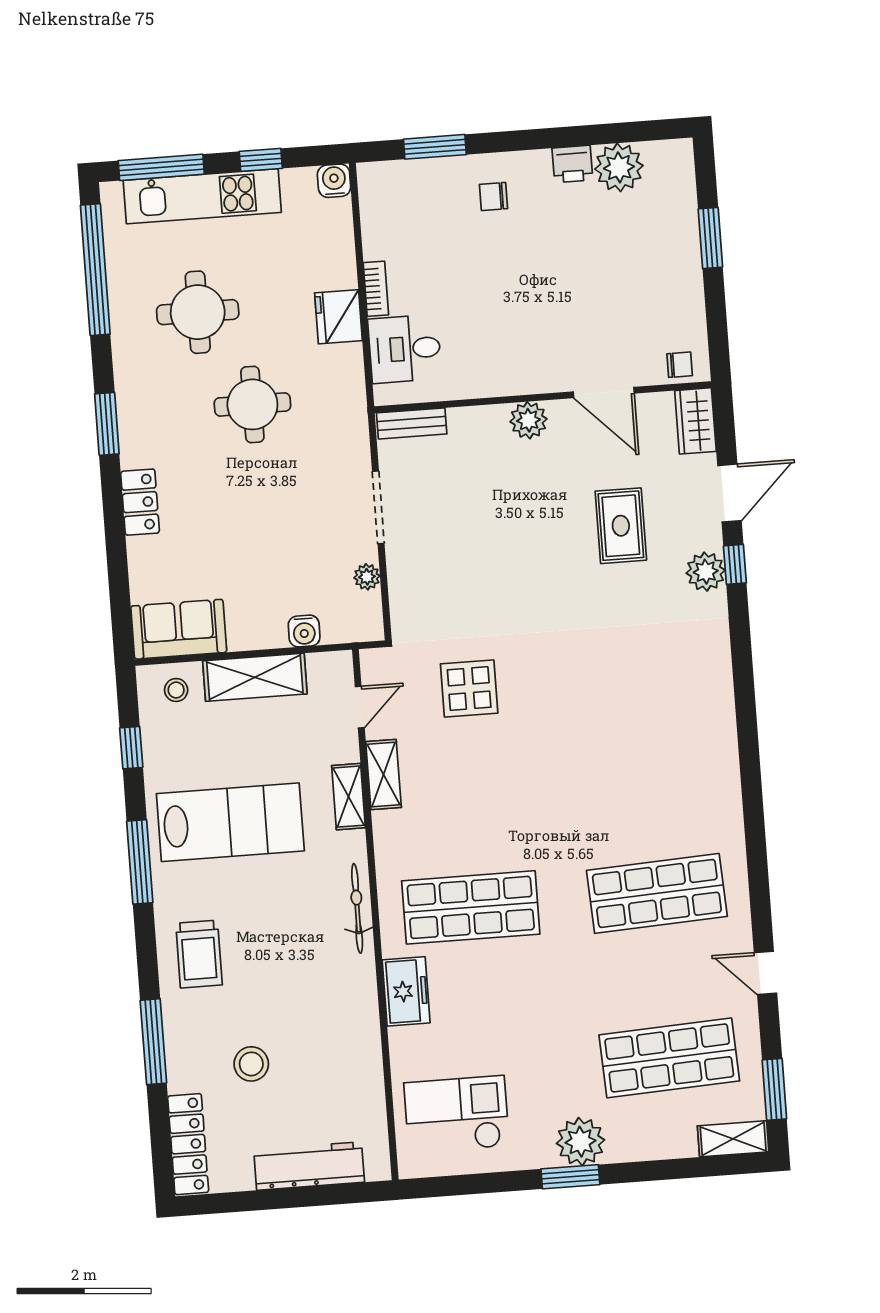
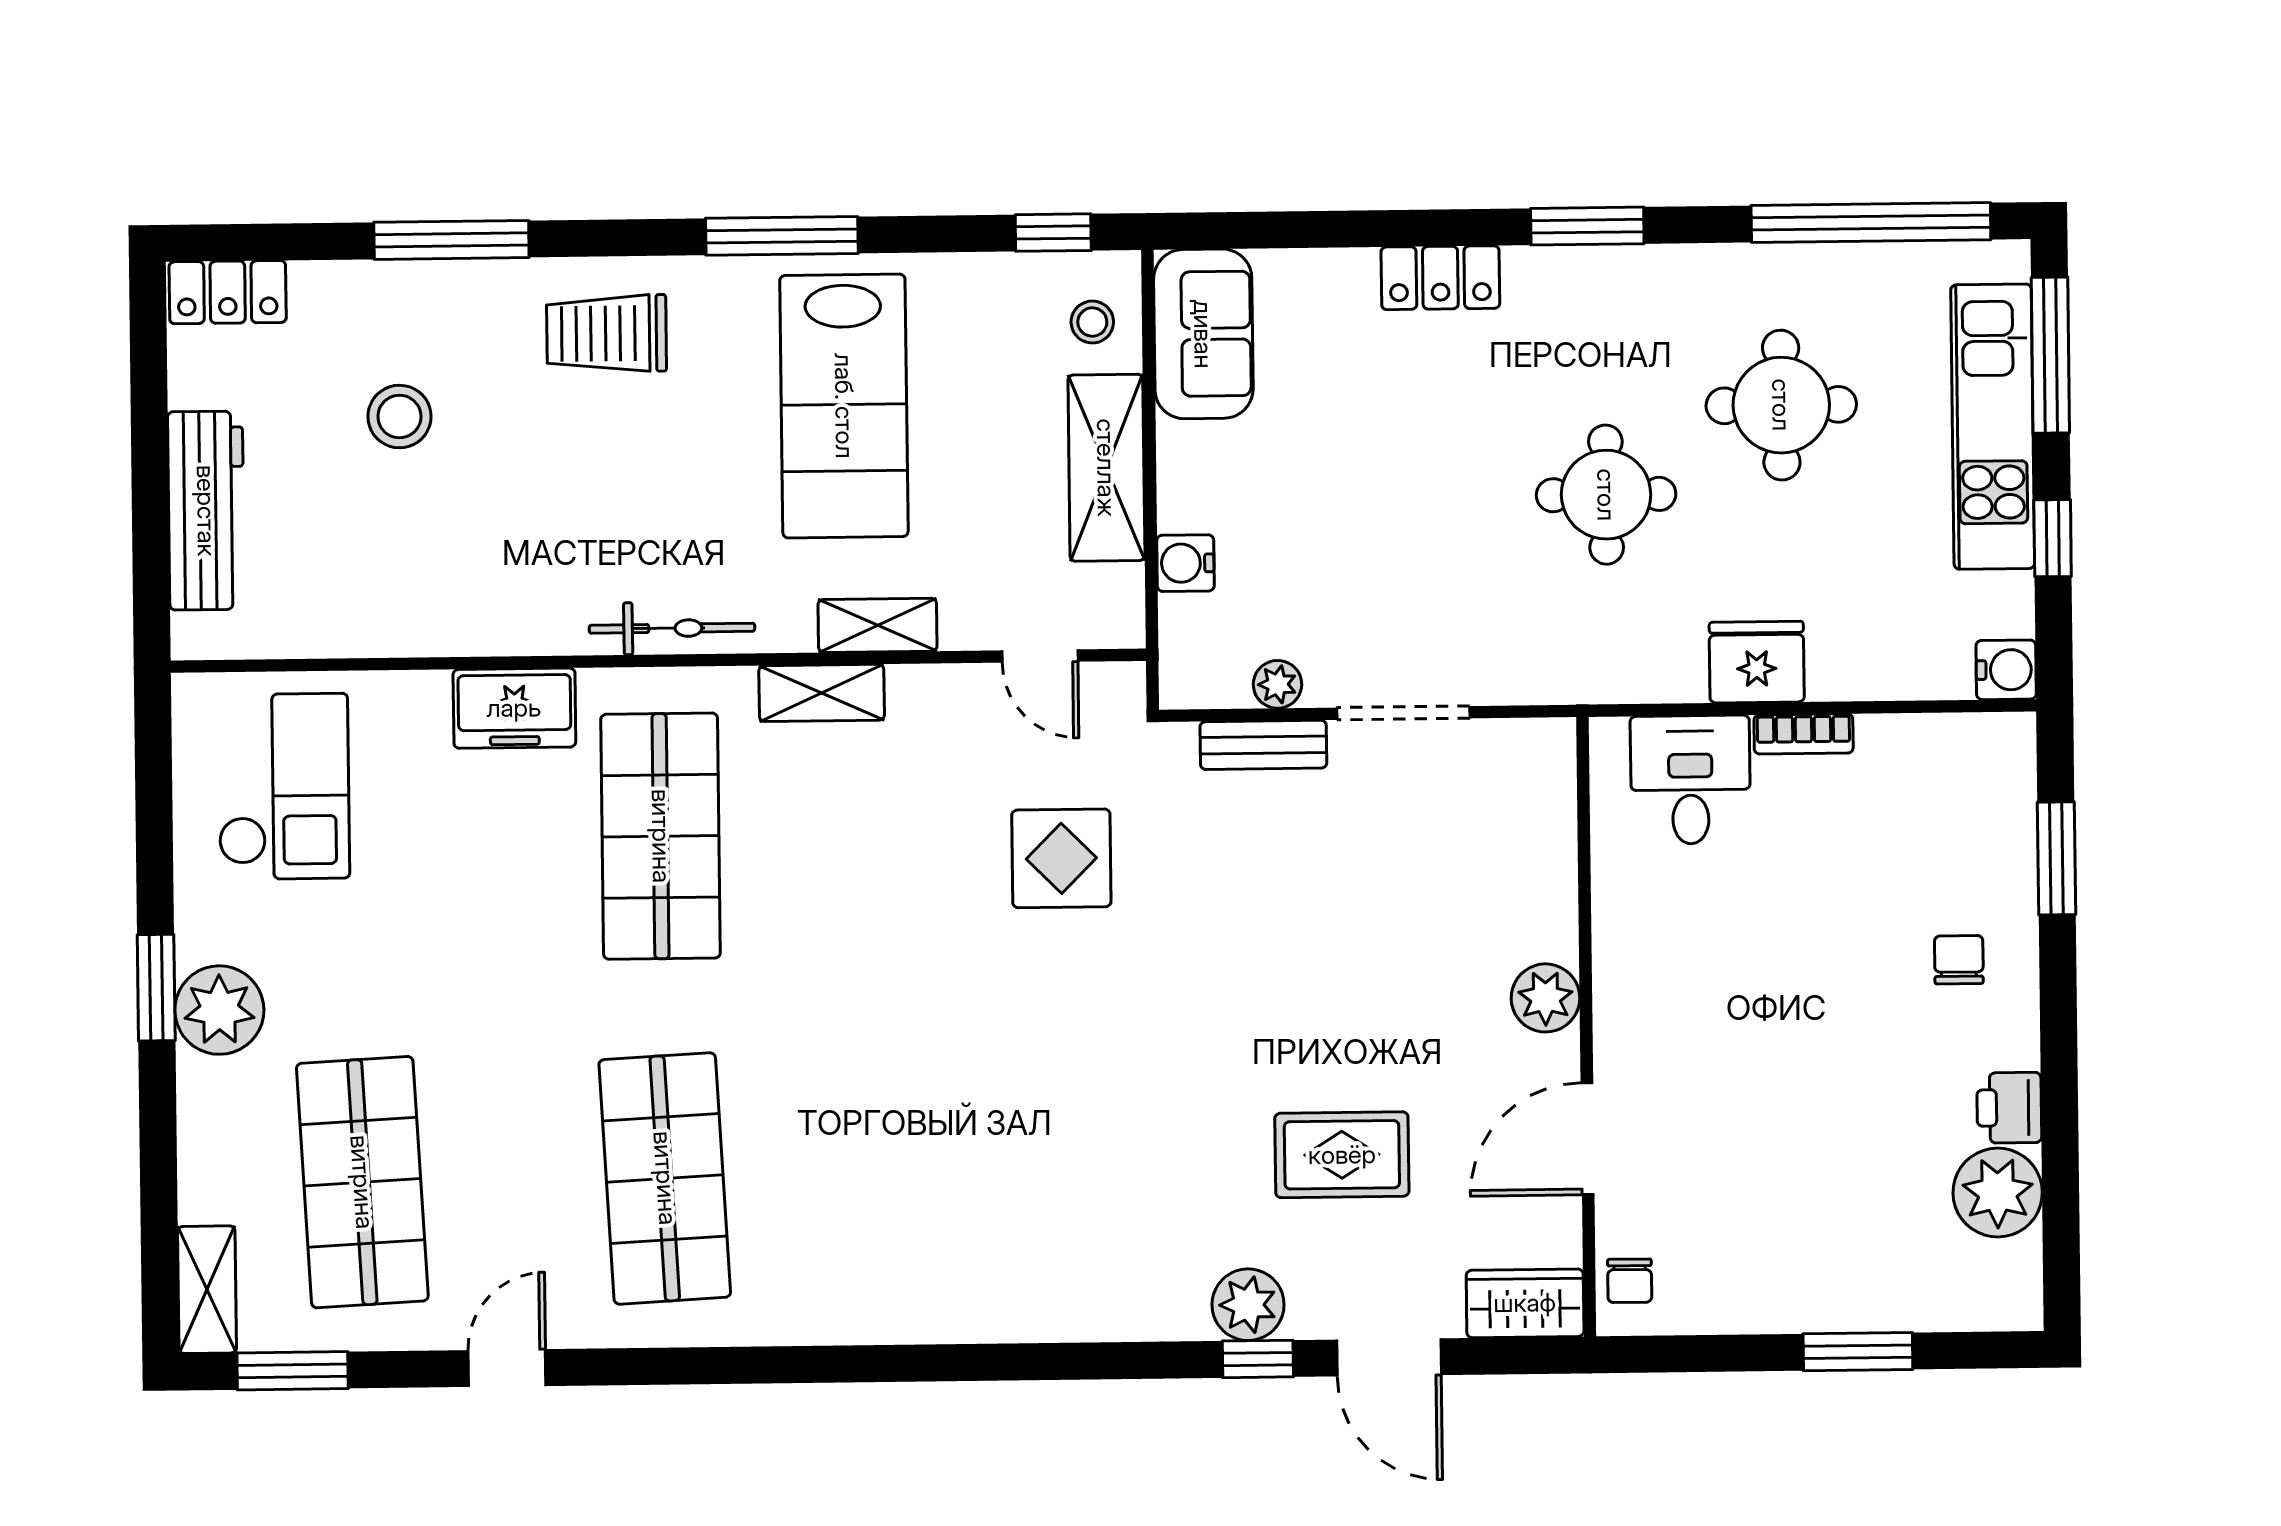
bench: (412, 423) -> (1263, 745), moved, turned 90
window: (131, 748) -> (1053, 233), moved
shelving: (383, 774) -> (822, 693), moved
locker: (188, 1144) -> (228, 292), width x0.66

